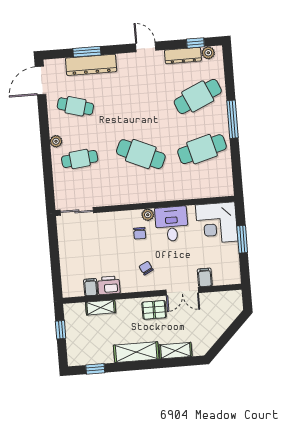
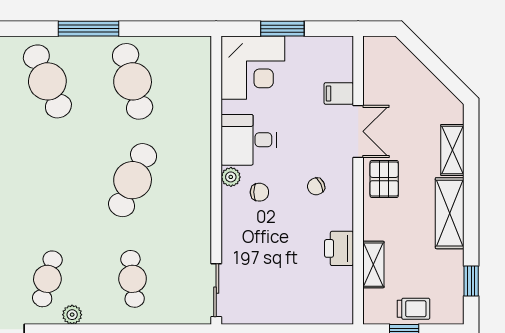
plant: (56, 141) -> (72, 315), moved
filing cabinet: (91, 287) -> (340, 278), removed
trolley: (75, 335) -> (414, 309), added

